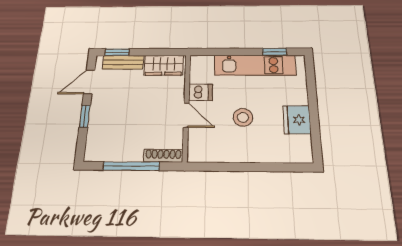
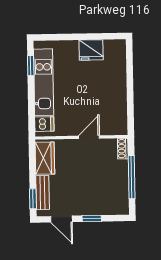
dishwasher: (200, 92) -> (44, 124), moved, turned 90
stool: (243, 117) -> (90, 92), removed
shoe rack: (163, 156) -> (123, 149), width x0.70

